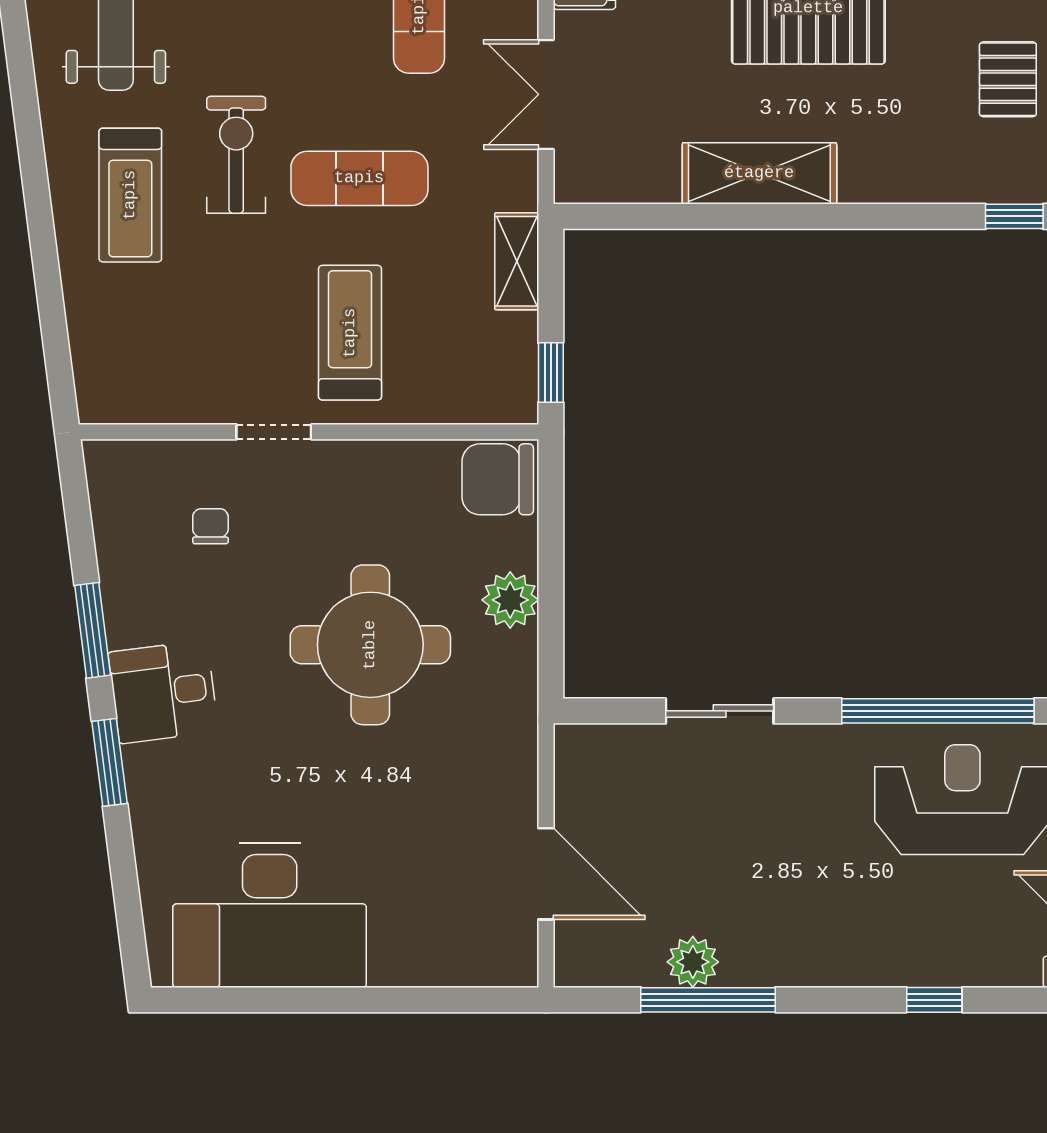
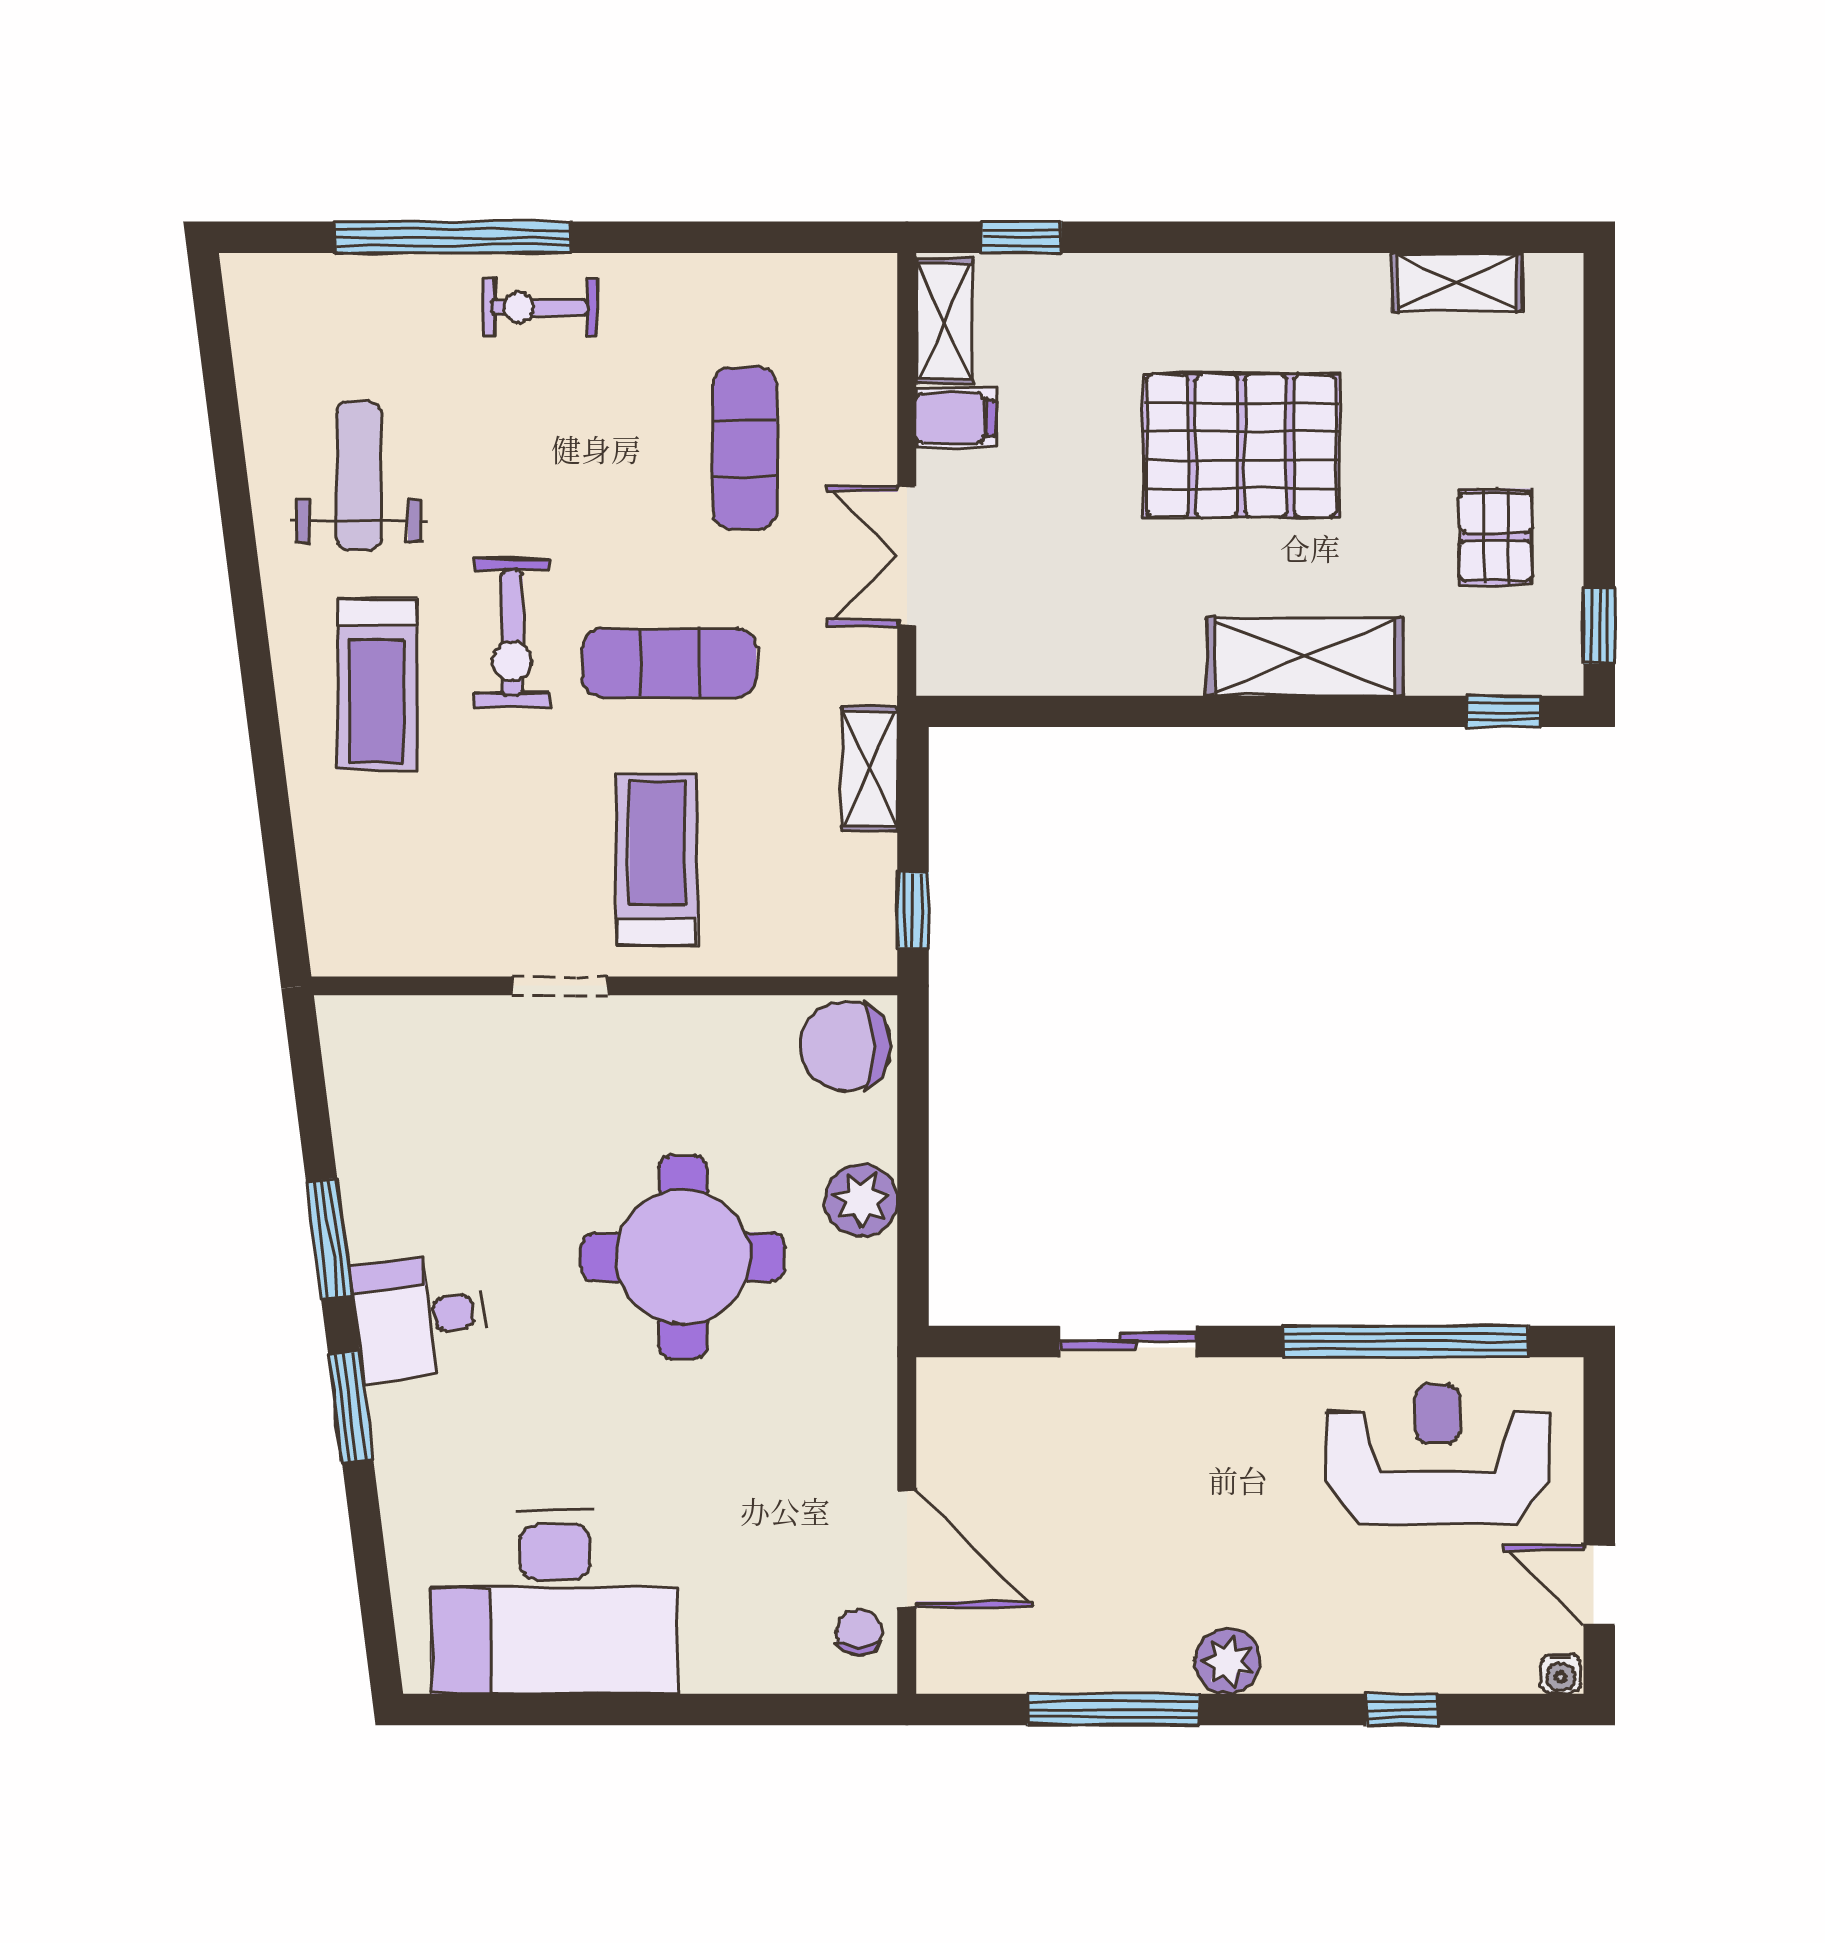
exercise bike: (236, 155) -> (512, 633), turned 180
shelving: (759, 173) -> (1305, 656), moved
chair: (210, 526) -> (859, 1632), moved
plant: (693, 962) -> (1227, 1661), moved

